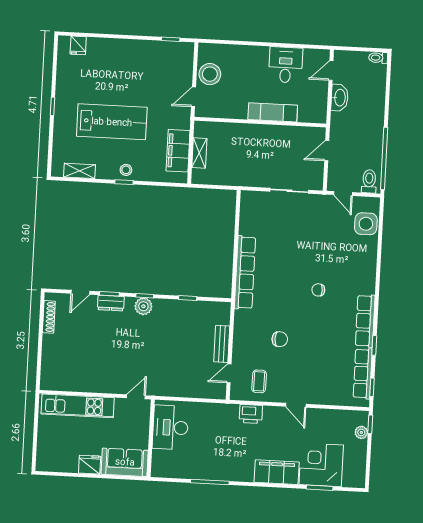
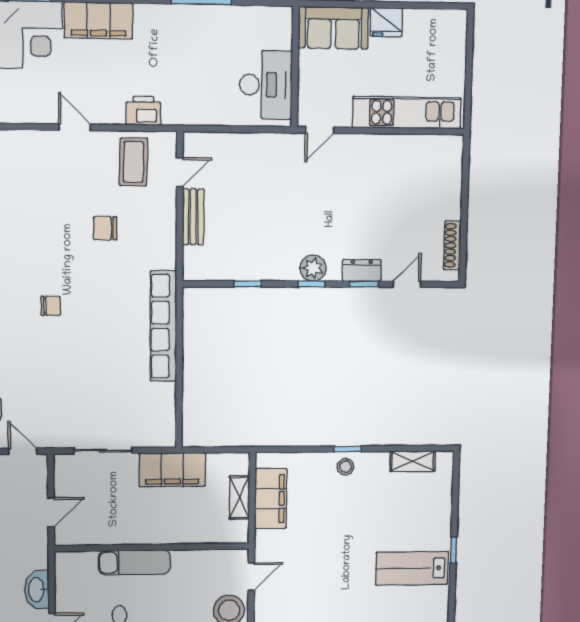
lab bench: (112, 122) -> (412, 568), moved, width x0.73, depth x0.72
filing cabinet: (244, 175) -> (172, 470), added
coffee table: (259, 381) -> (133, 162), width x1.36, depth x1.30

